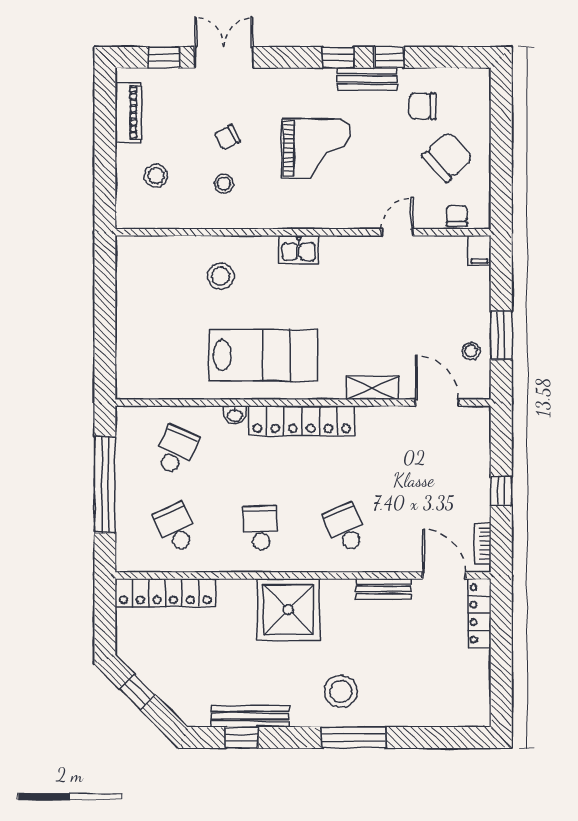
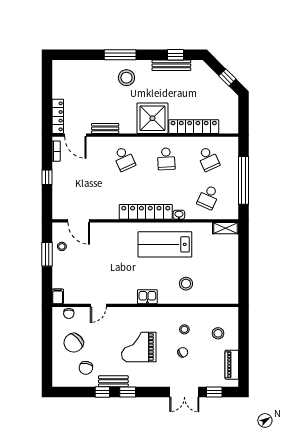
chair: (423, 106) -> (86, 368), turned 100
shelving: (373, 388) -> (225, 228), moved
locker: (165, 593) -> (194, 127), moved

